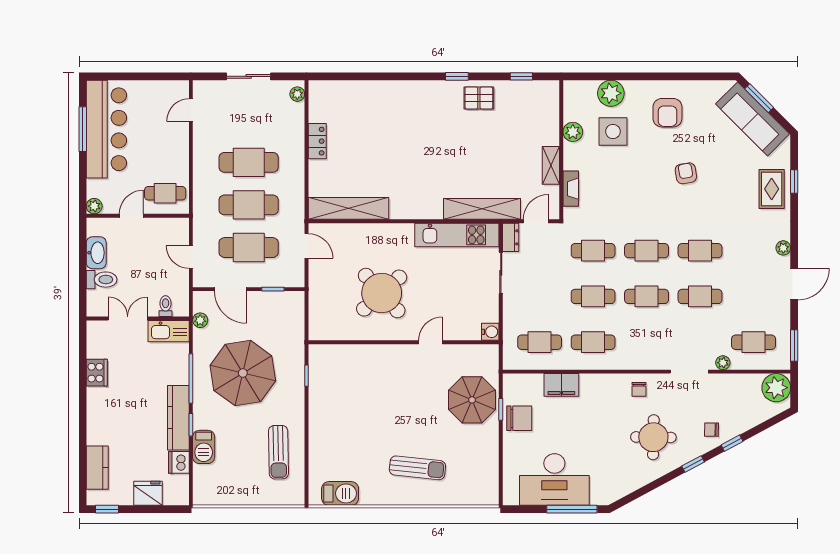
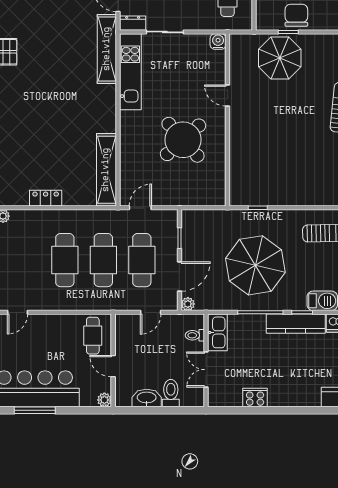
door: (191, 110) -> (18, 312), hinge flipped
plant: (200, 320) -> (188, 304), moved

